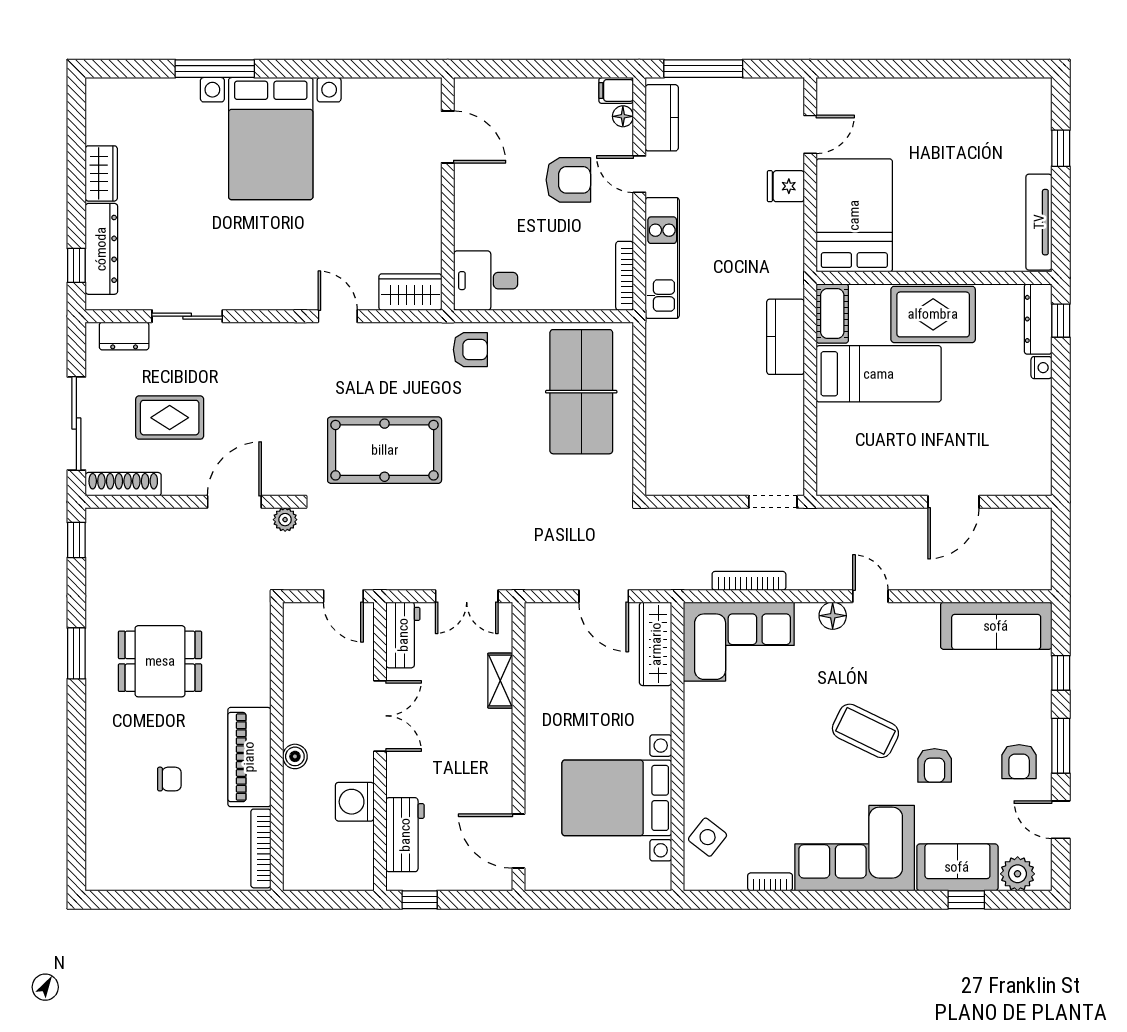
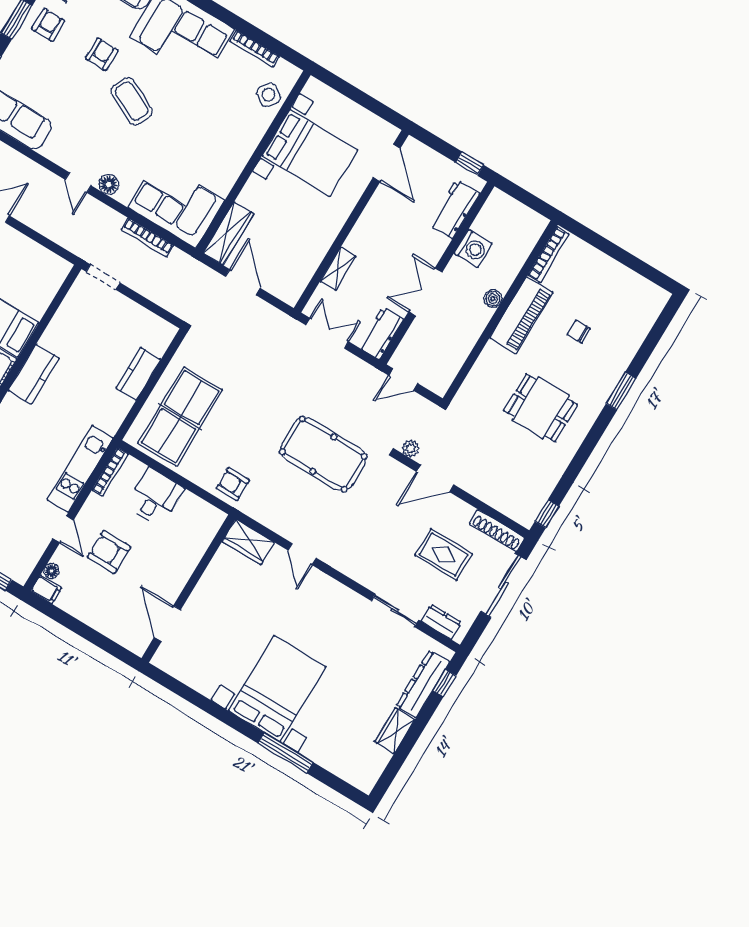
kitchen counter: (662, 118) -> (138, 374), moved
desk: (486, 281) -> (155, 497), moved, turned -90
door: (343, 596) -> (403, 379), swing flipped
window: (76, 653) -> (621, 391), moved
bookcase: (770, 882) -> (255, 49), width x1.56

